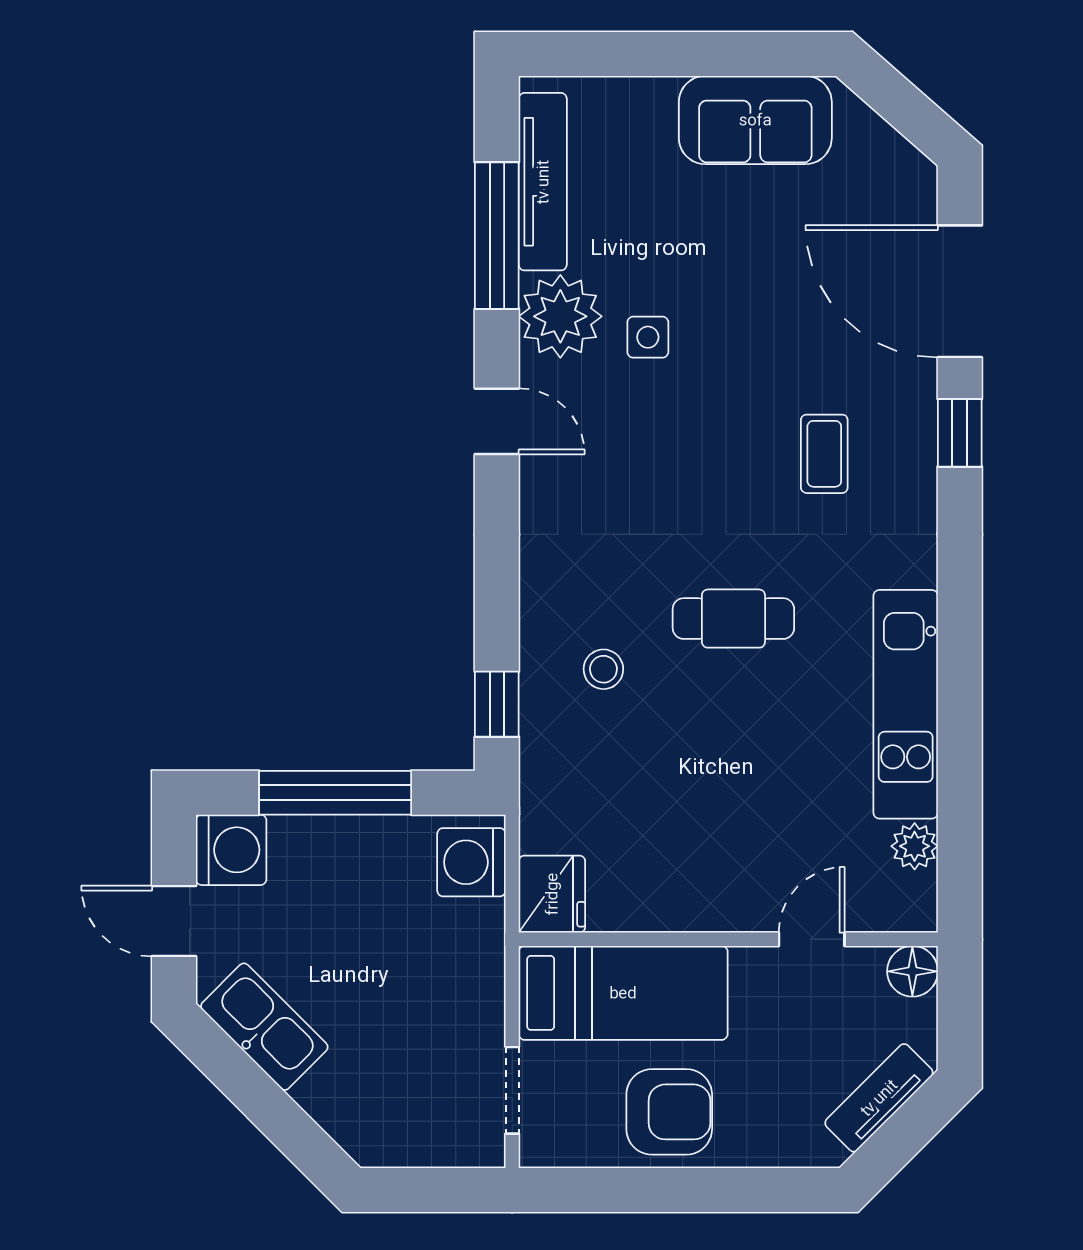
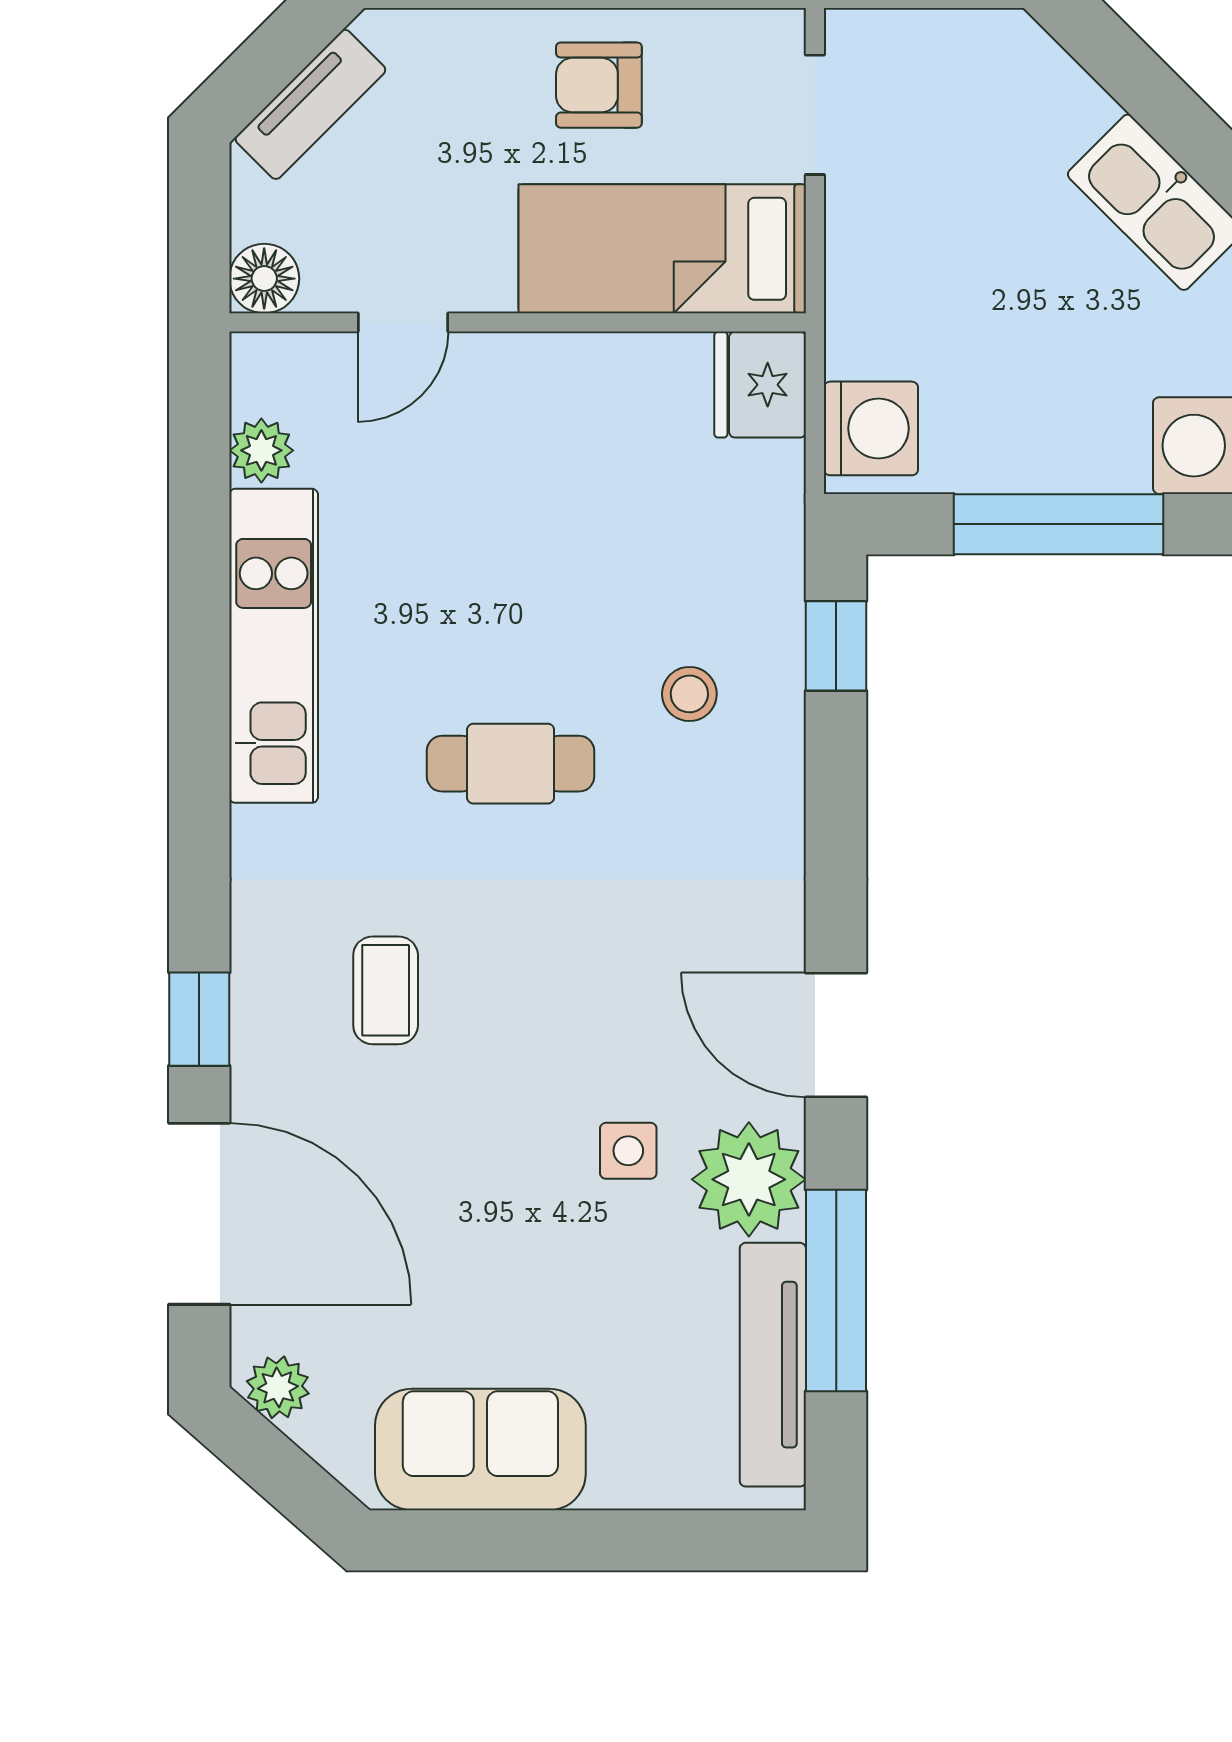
plant: (903, 165) -> (278, 1387), added
door: (497, 421) -> (836, 1035), width x1.38
armchair: (669, 1112) -> (599, 85), width x0.72, depth x0.72

